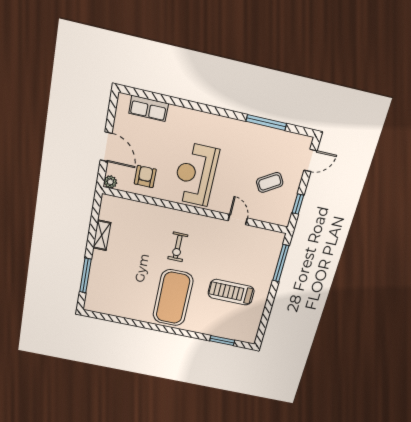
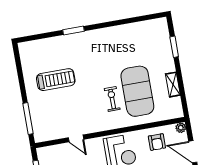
window: (85, 276) -> (174, 47), width x0.69
exercise mat: (173, 298) -> (137, 91), moved
window: (222, 341) -> (73, 31), moved

